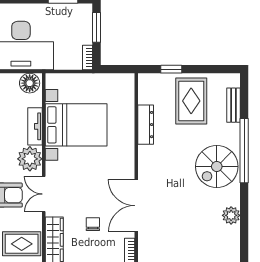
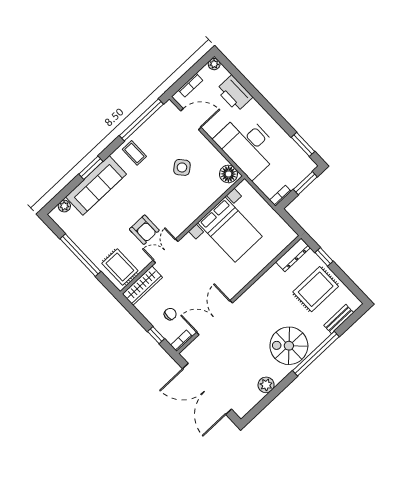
dresser: (146, 125) -> (293, 255), moved
tv unit: (35, 126) -> (204, 204), removed
plant: (30, 159) -> (180, 220), removed
chair: (93, 224) -> (170, 314), moved

